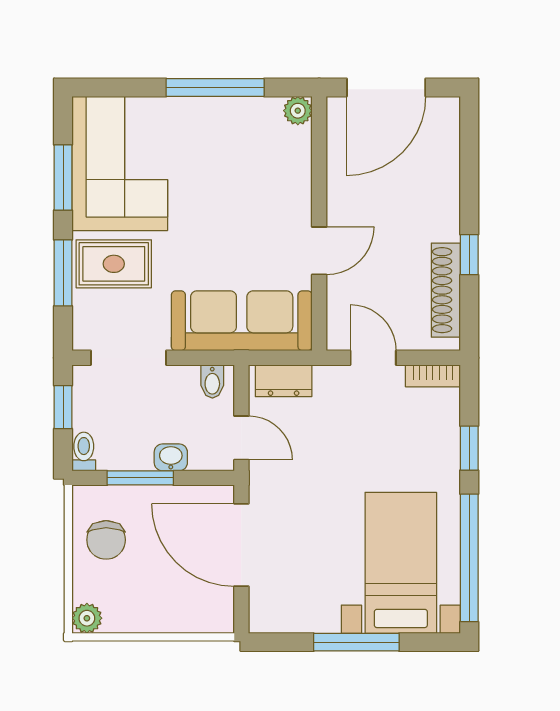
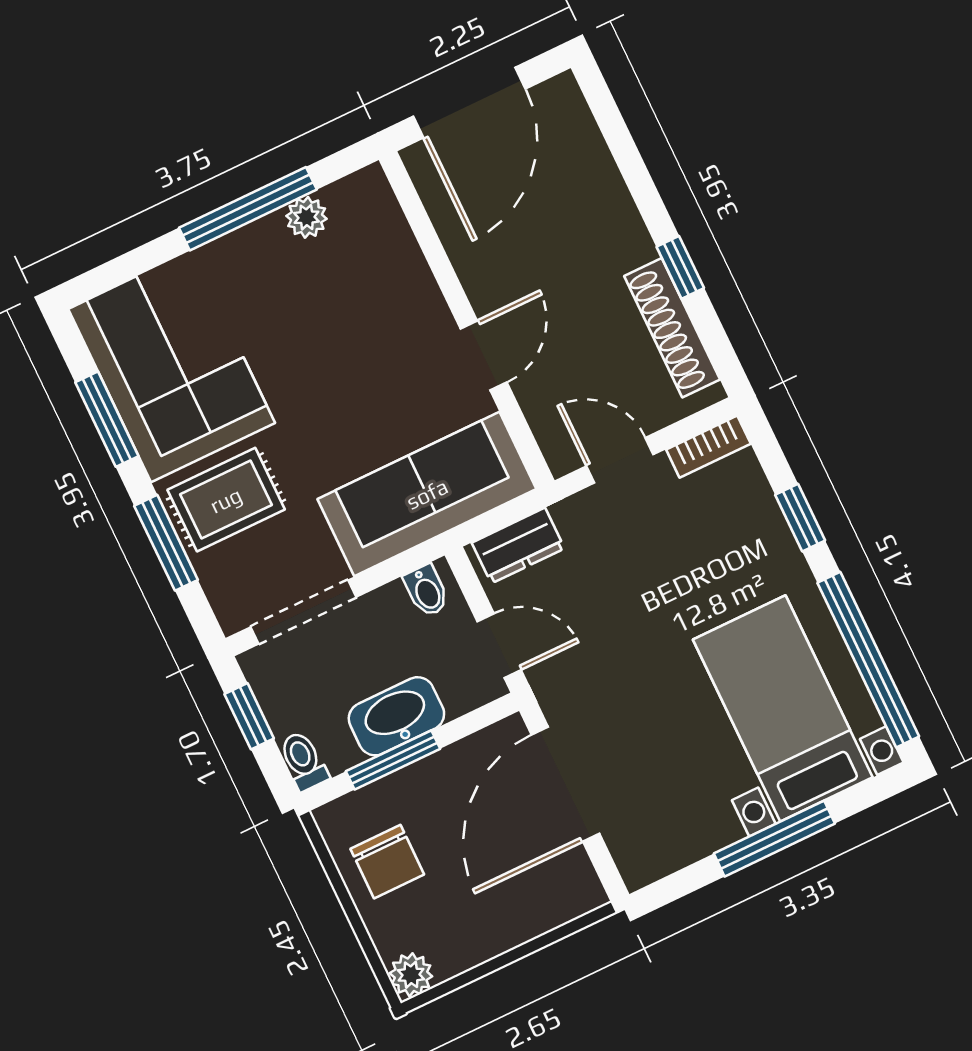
plant: (298, 111) -> (307, 217), moved
washbasin: (171, 457) -> (396, 716), width x1.91, depth x1.45
door: (241, 545) -> (565, 784), hinge flipped

